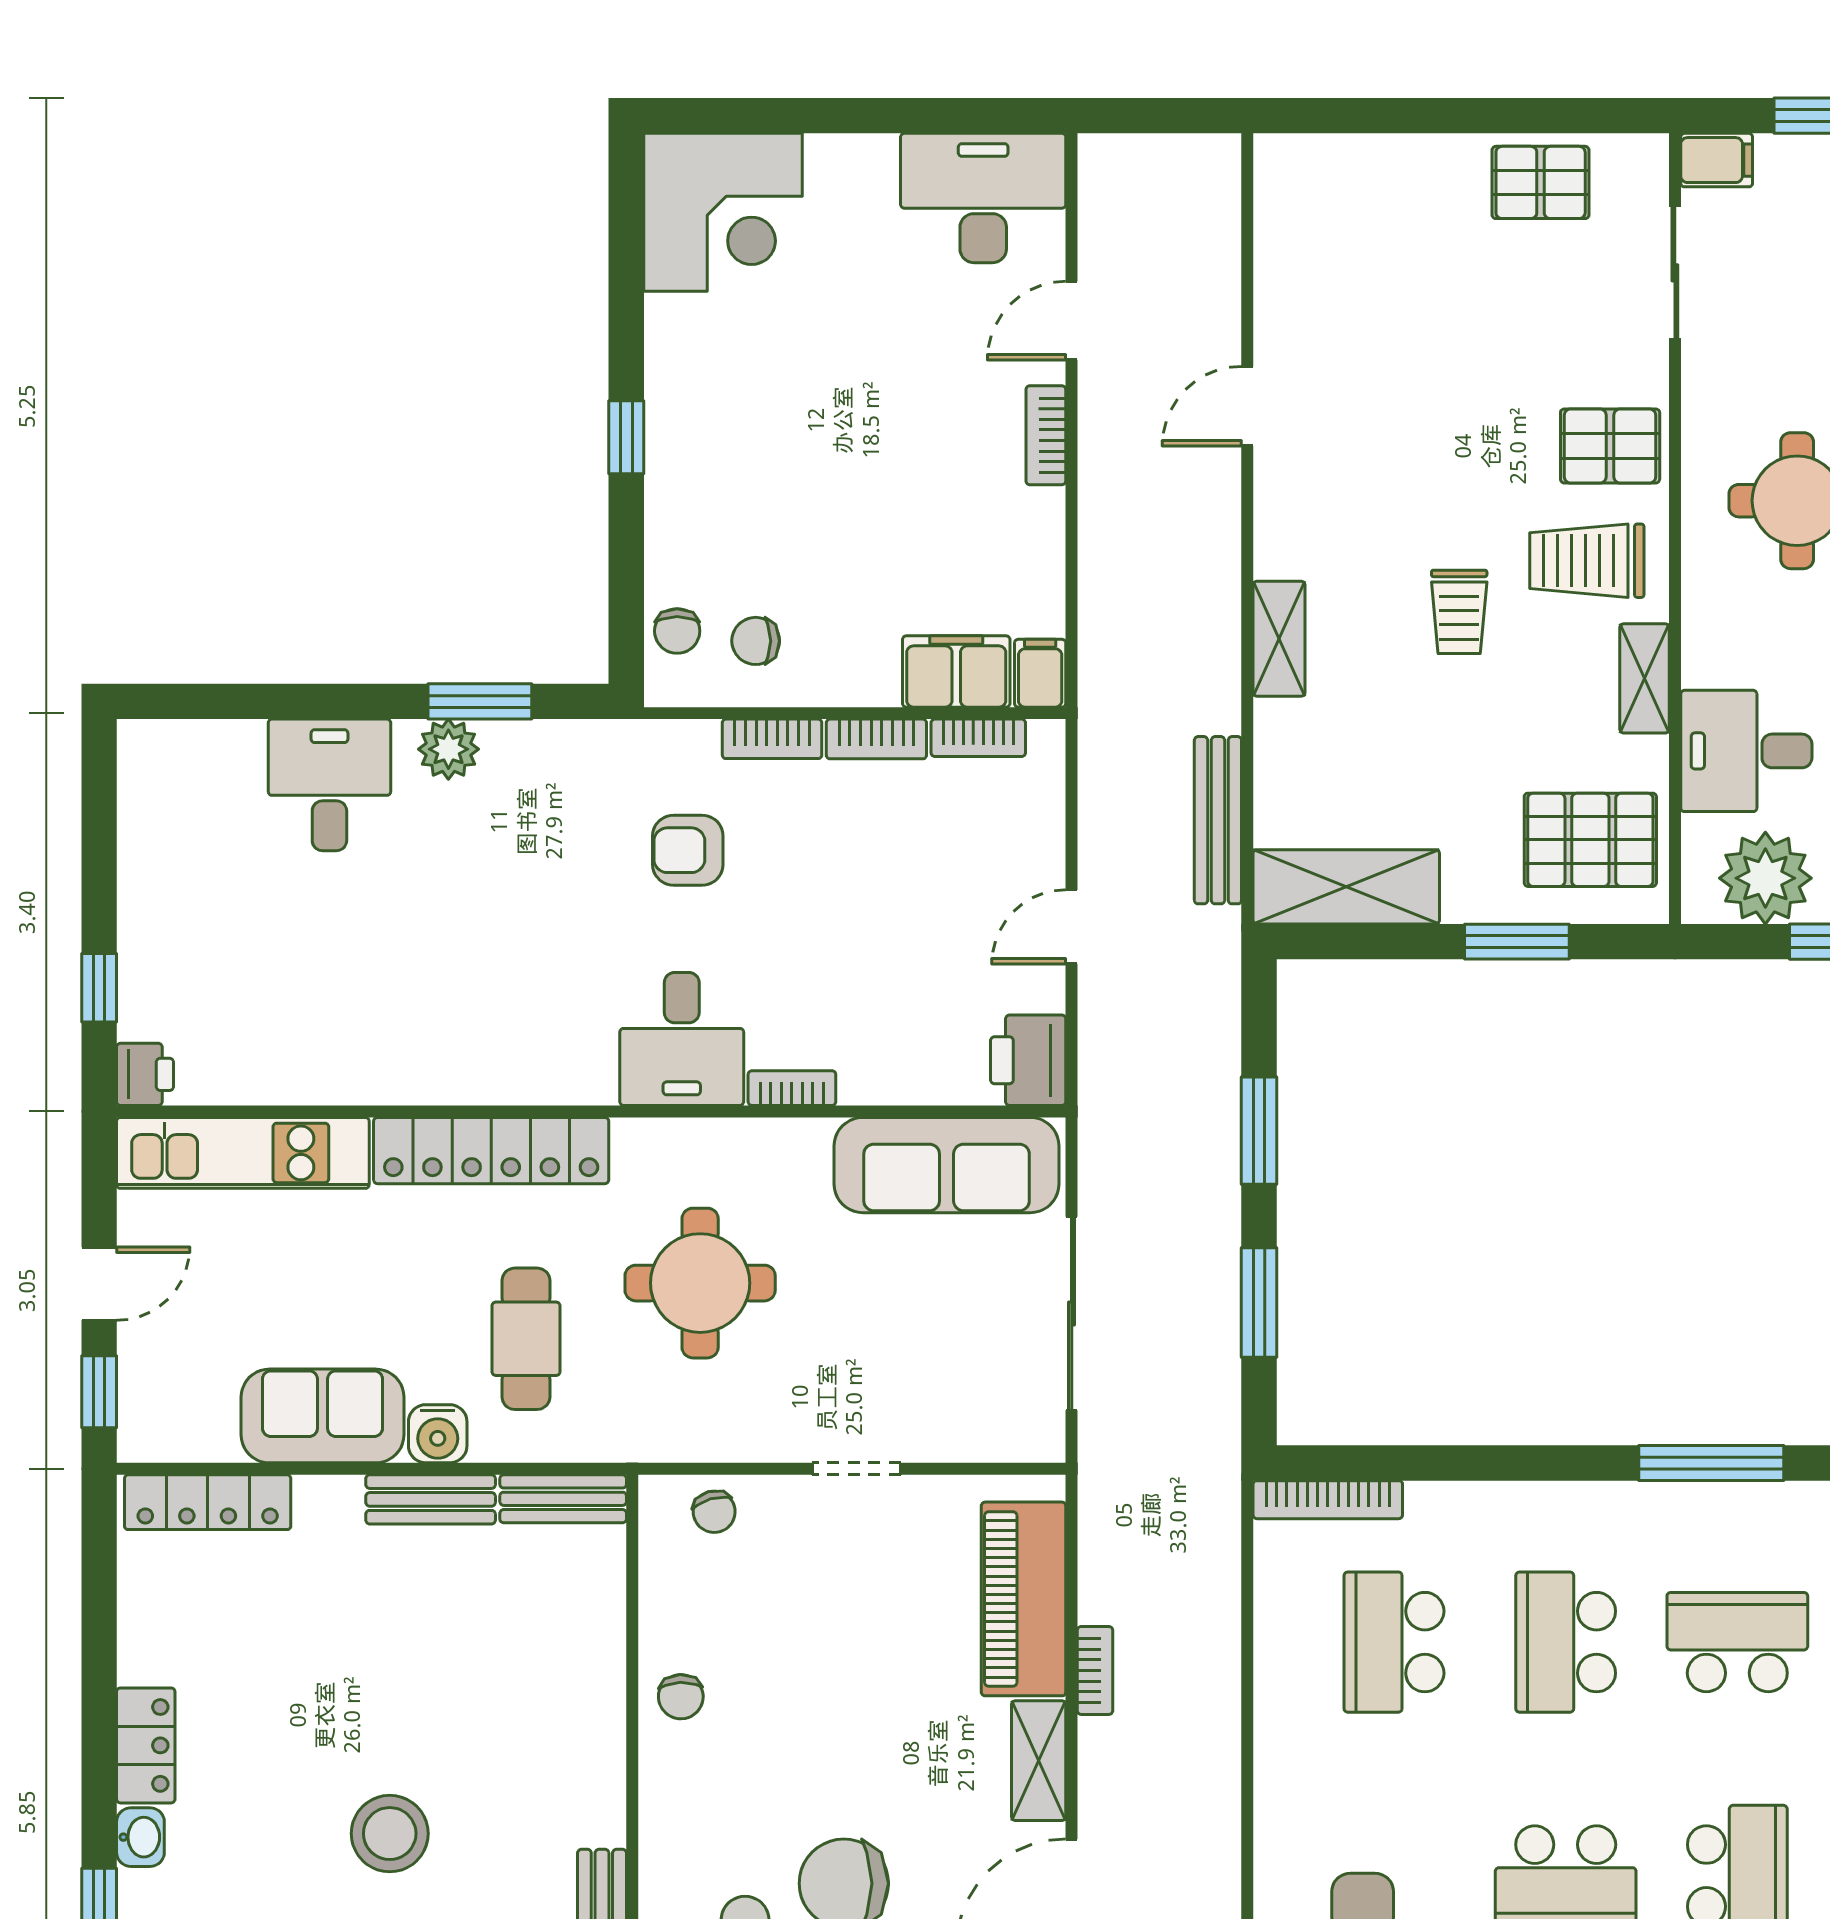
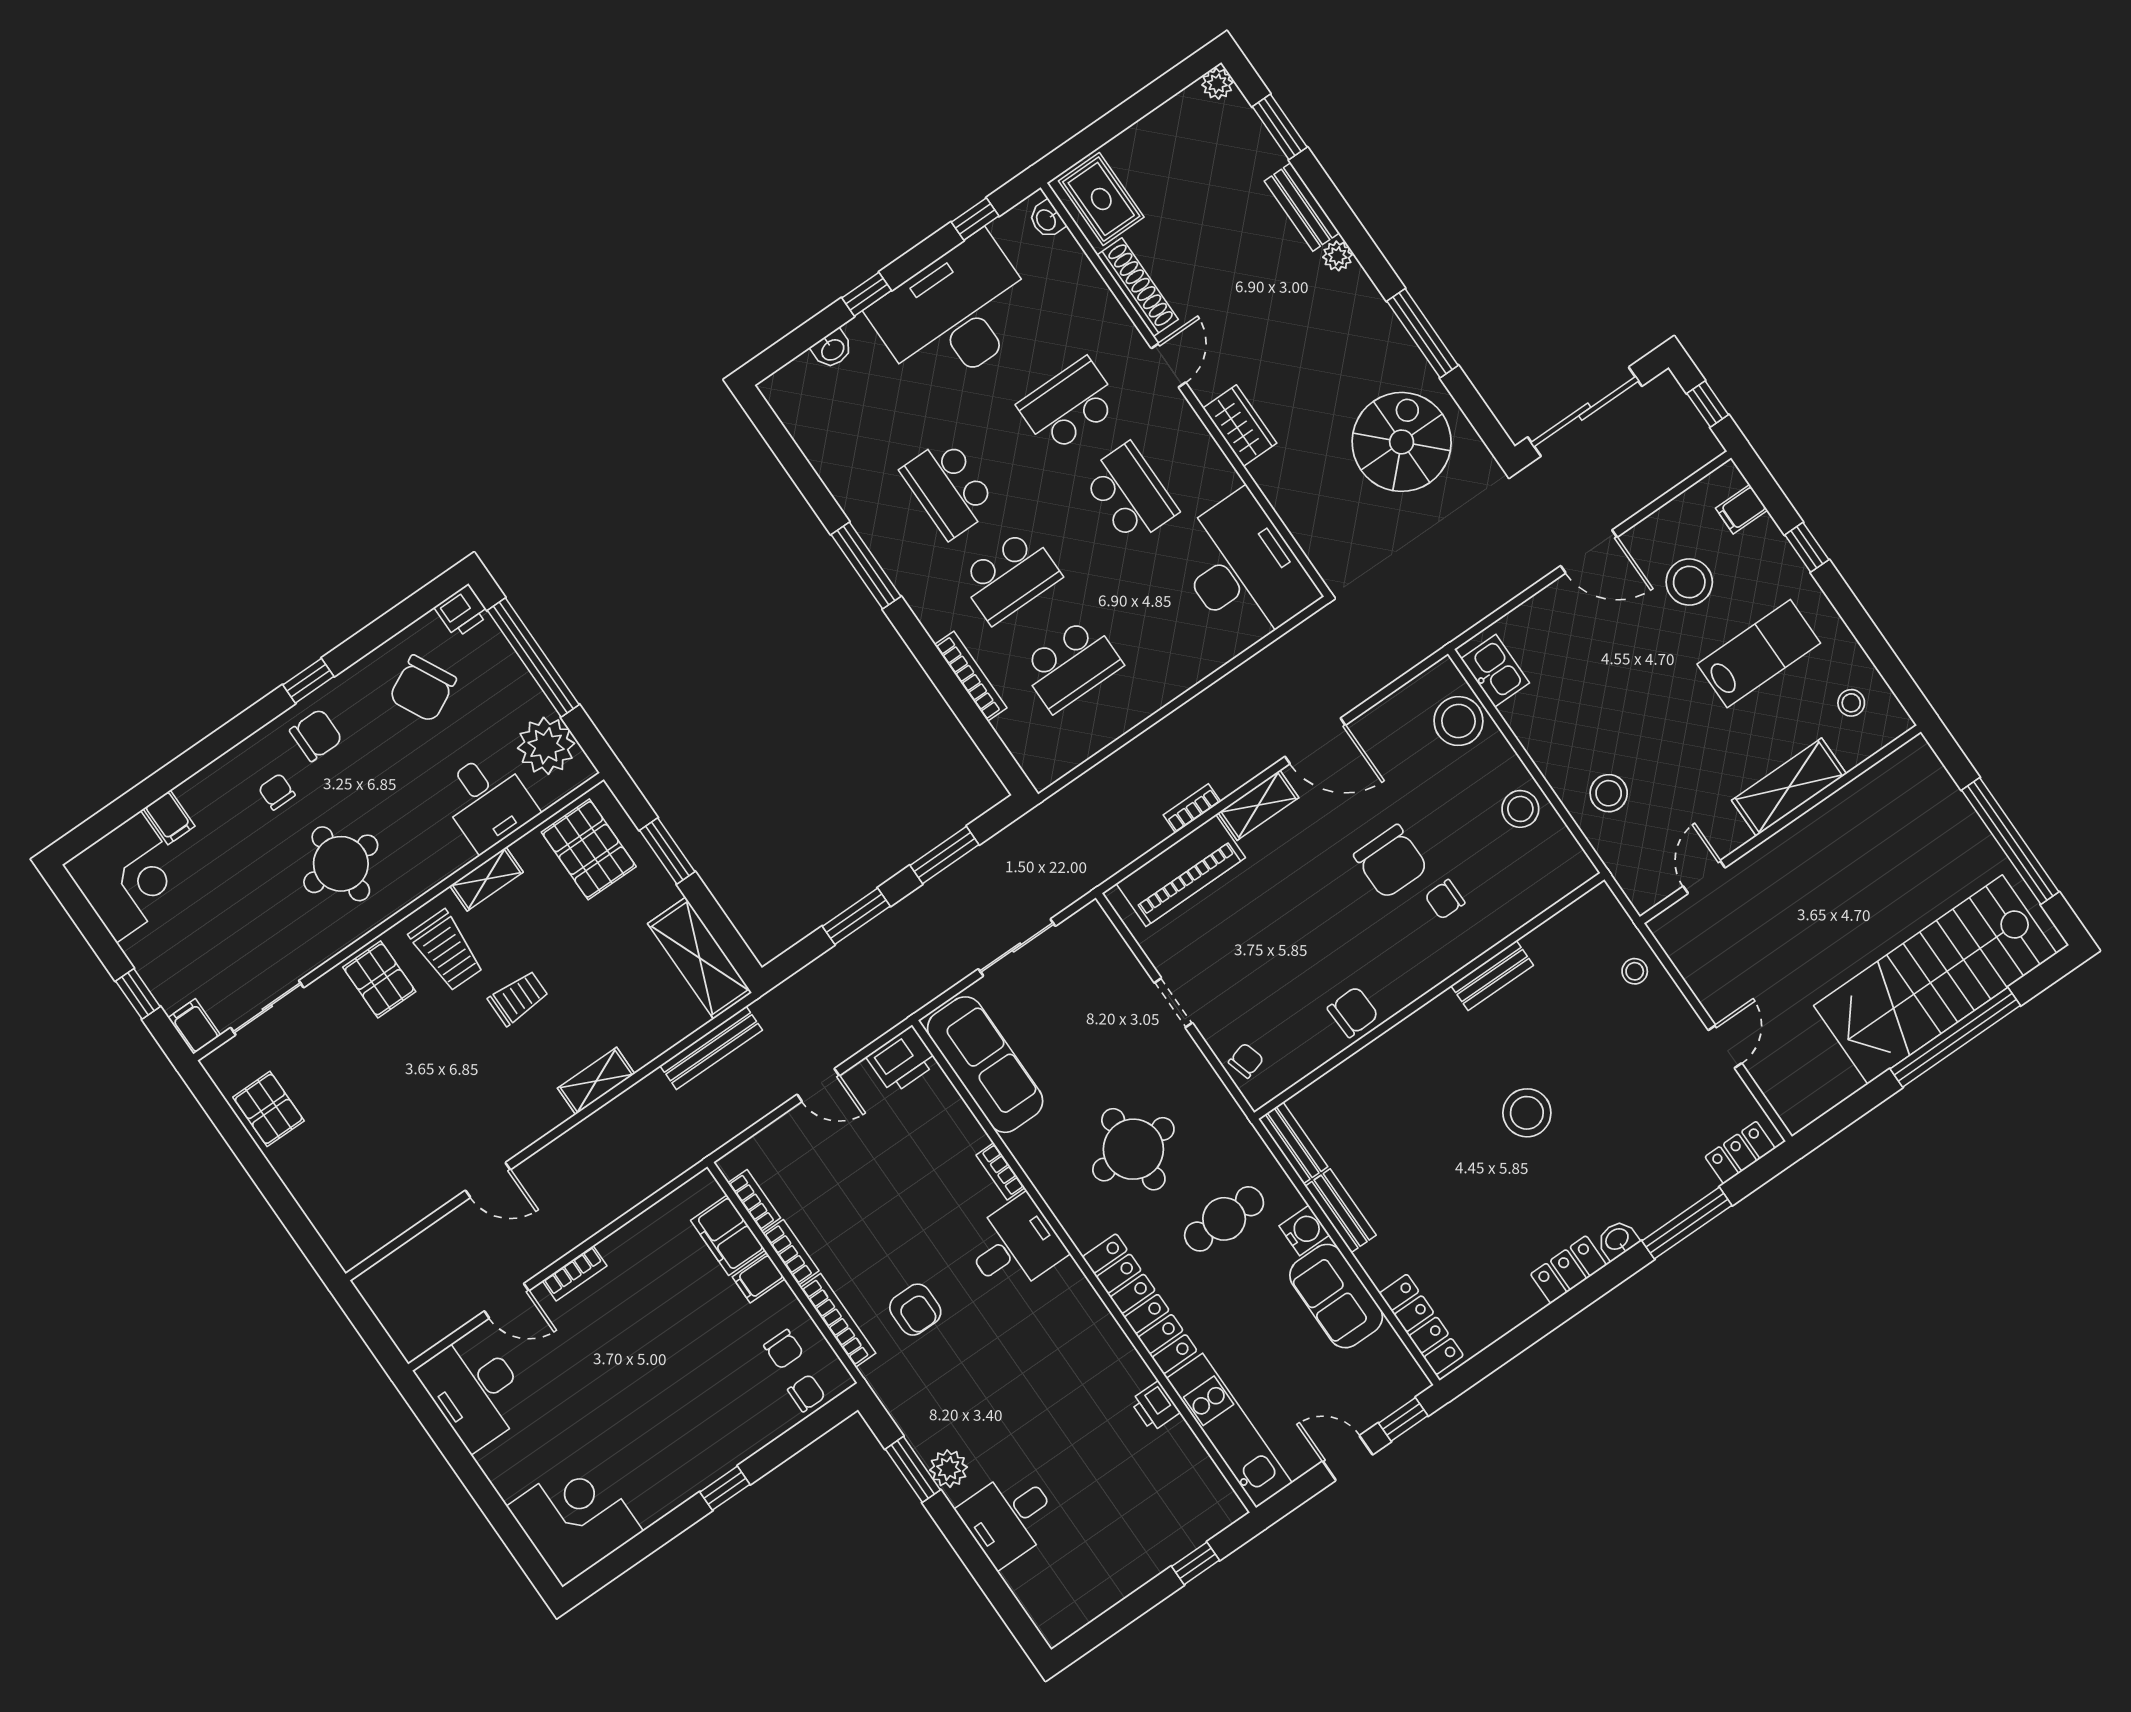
filing cabinet: (1040, 673) -> (759, 1278), moved
bookcase: (772, 739) -> (838, 1320), width x1.56
printer: (145, 1074) -> (1155, 1406), moved, turned -90
sliding door: (1072, 1313) -> (1017, 947), width x0.73
bookcase: (1328, 1500) -> (971, 676), moved
chair: (681, 1697) -> (1353, 1012), width x1.37, depth x1.37

